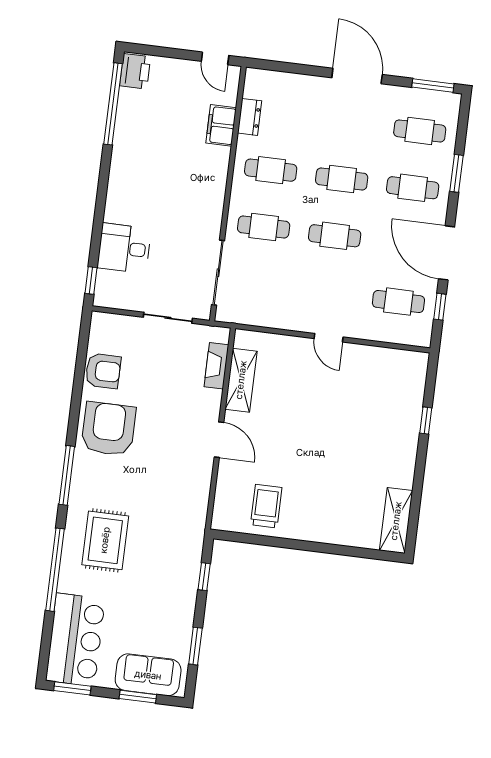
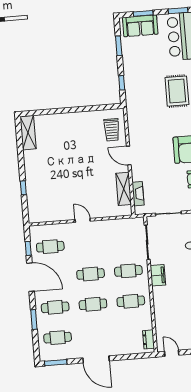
dresser: (250, 117) -> (149, 339), moved
filing cabinet: (221, 125) -> (158, 275), moved
trolley: (266, 506) -> (112, 130), moved

